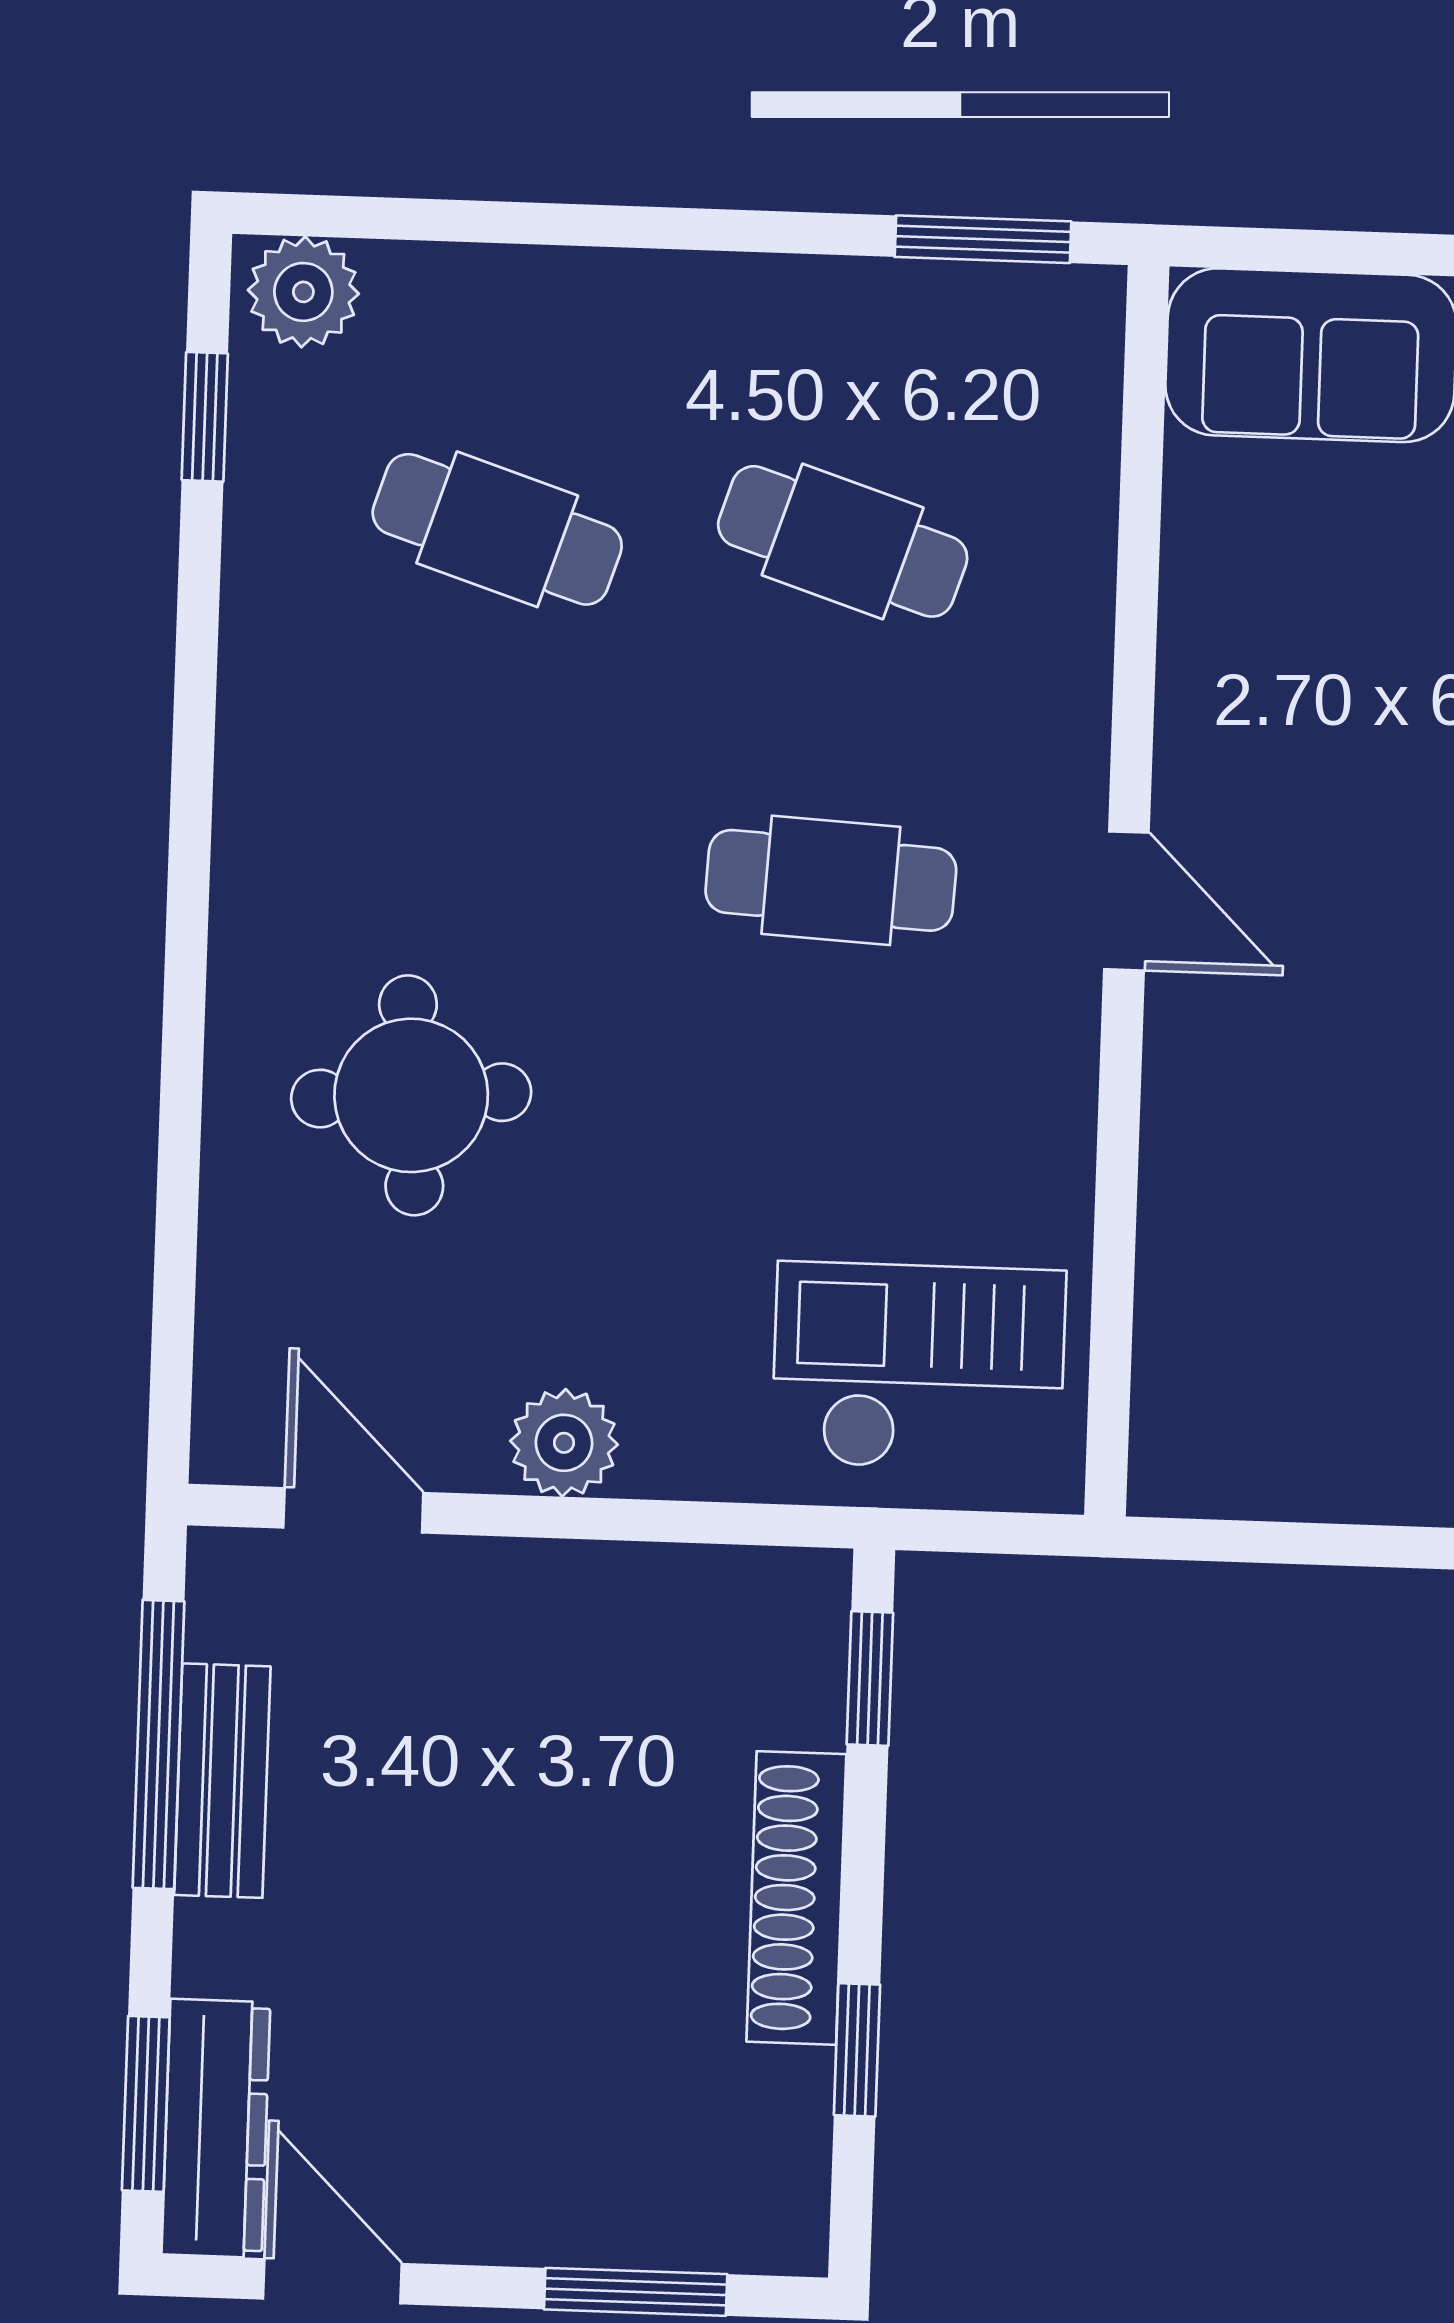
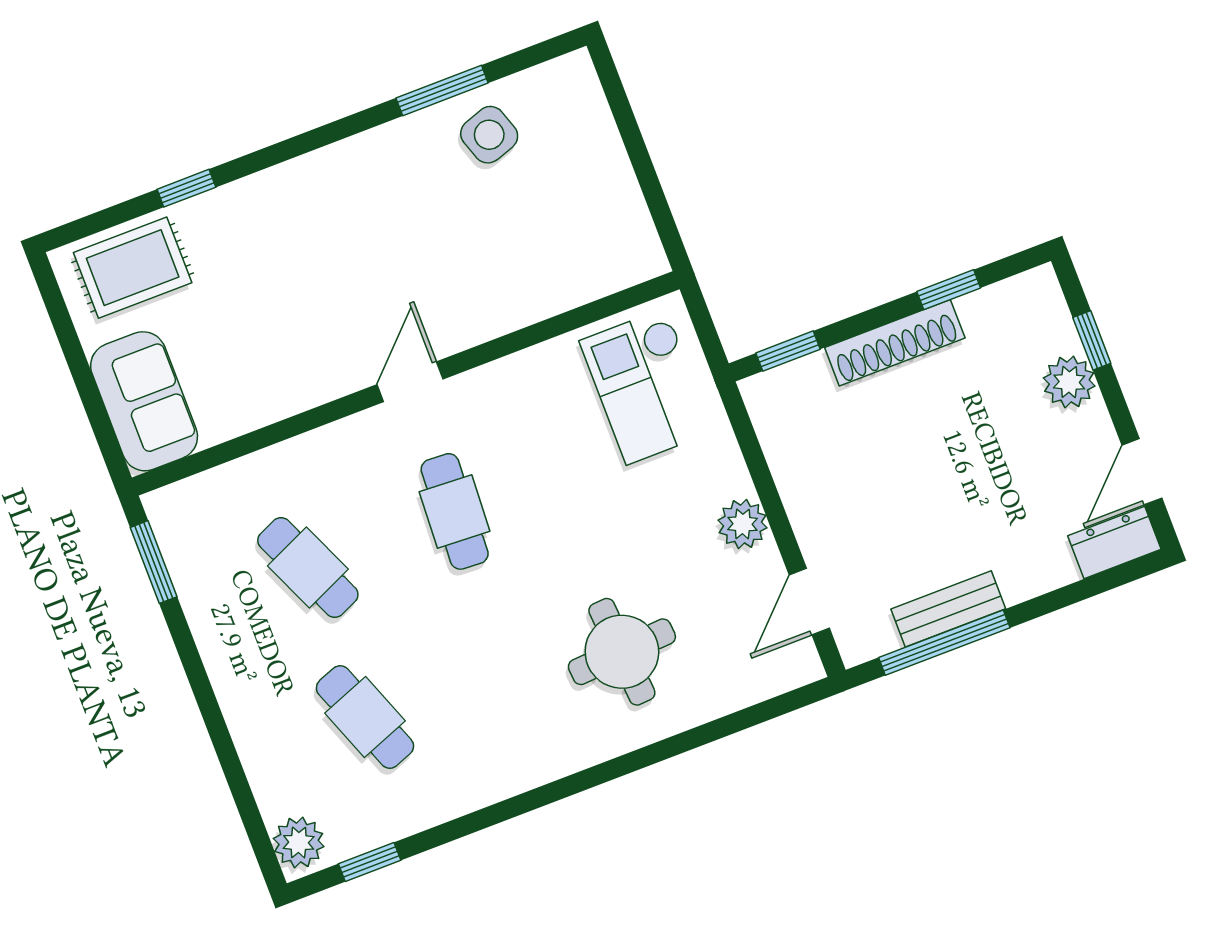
cafe table: (497, 529) -> (365, 717), turned -39
cafe table: (843, 541) -> (308, 567), turned -42
window: (146, 2104) -> (1100, 583), removed
dresser: (216, 2128) -> (1114, 542), width x0.70
plant: (572, 2212) -> (1069, 382), added
window: (636, 2292) -> (1092, 340), width x0.67

